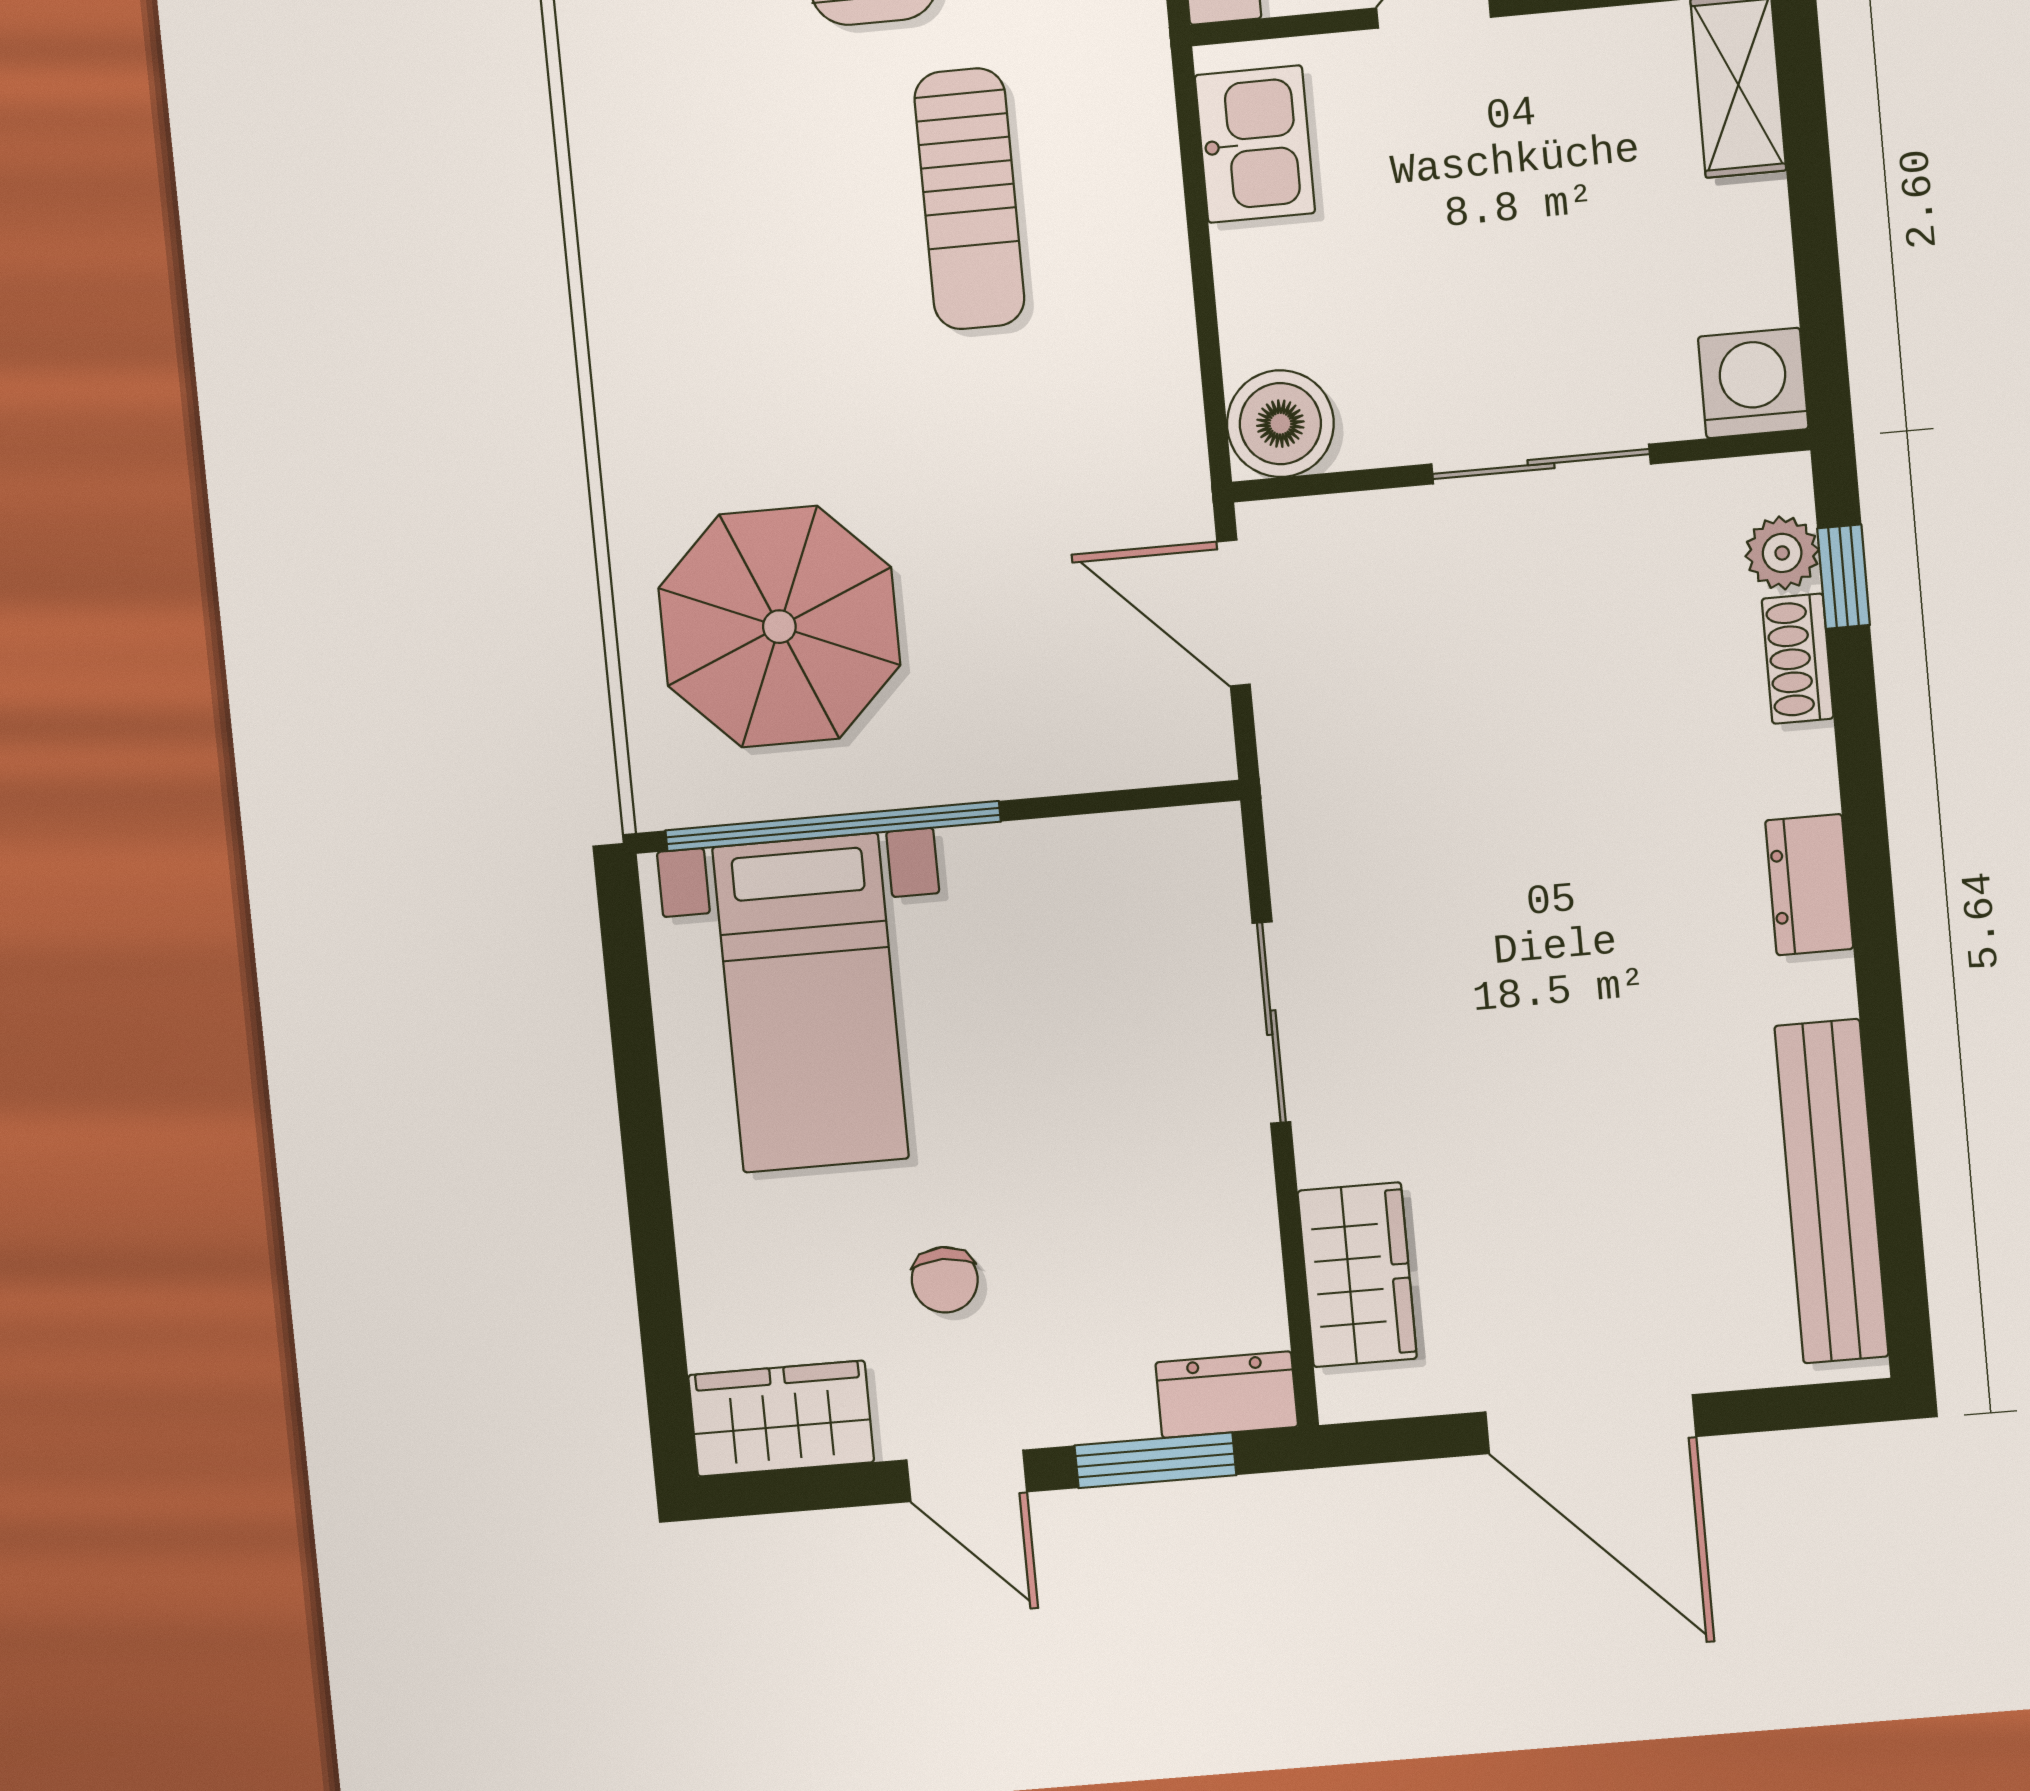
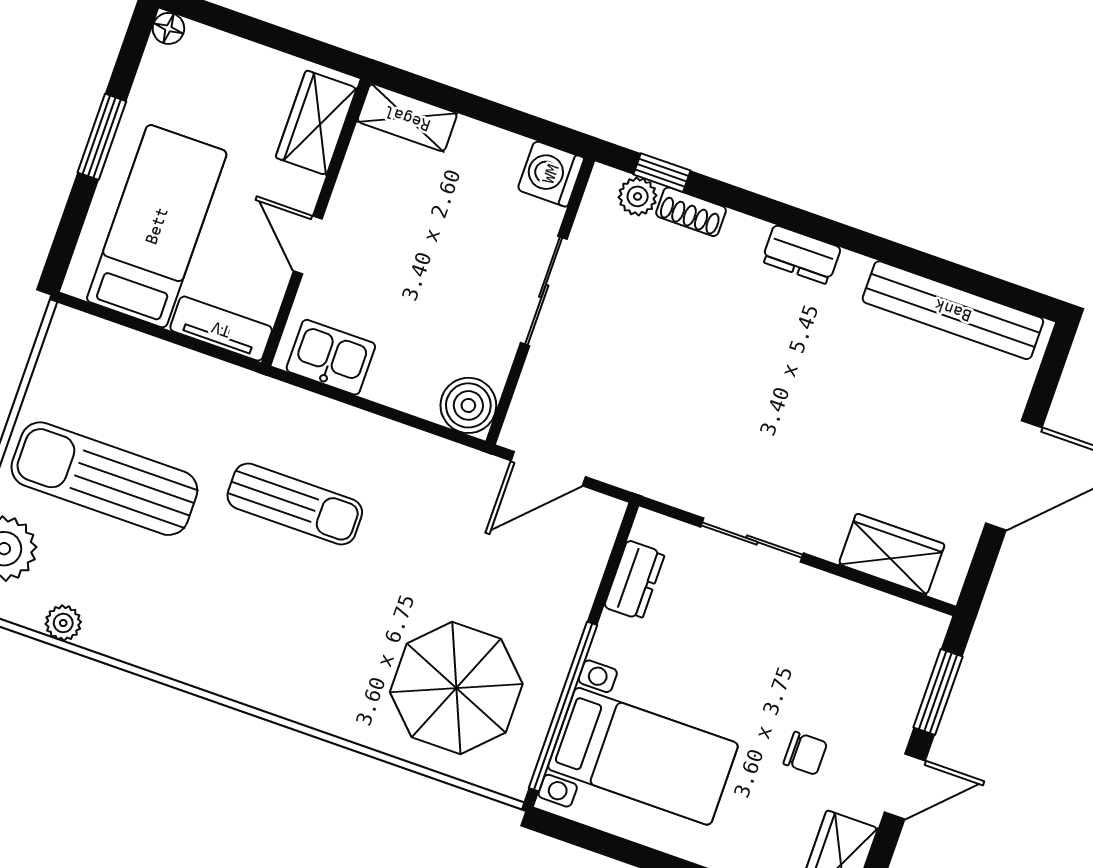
dresser: (1227, 1395) -> (634, 580), moved, turned 180

